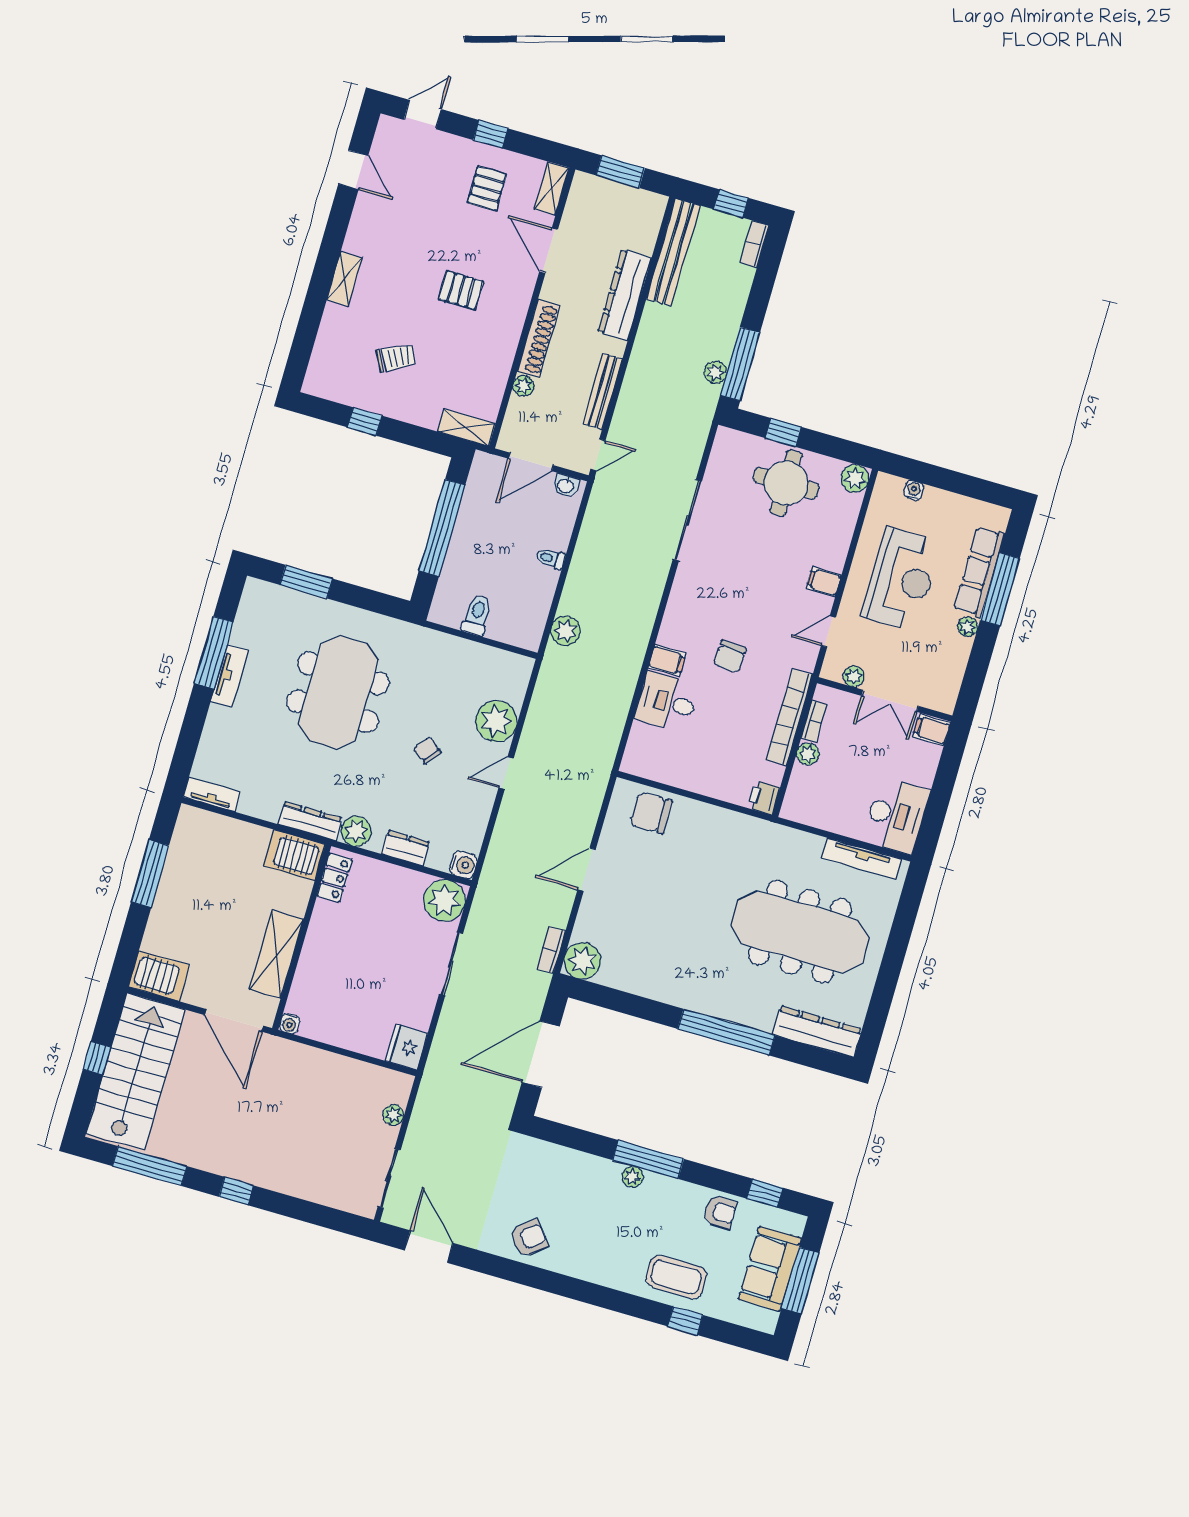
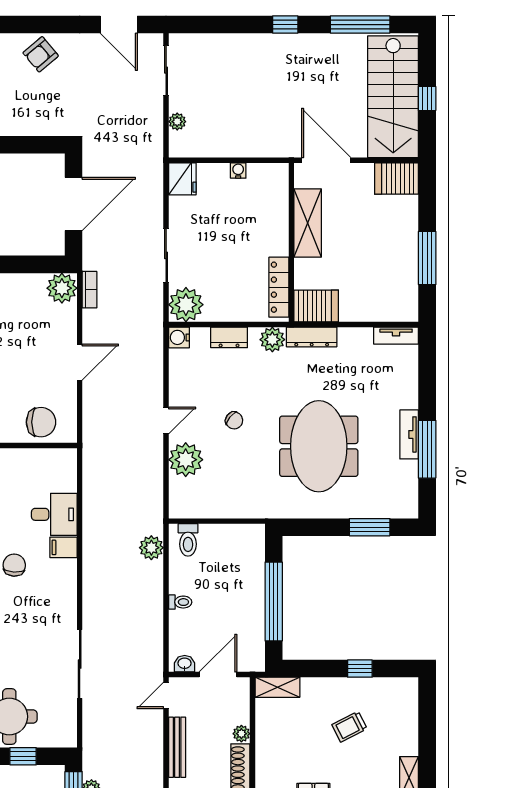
toilet: (477, 615) -> (188, 540), moved
locker: (335, 878) -> (279, 287), width x1.53
water cooler: (290, 1024) -> (238, 171), moved

